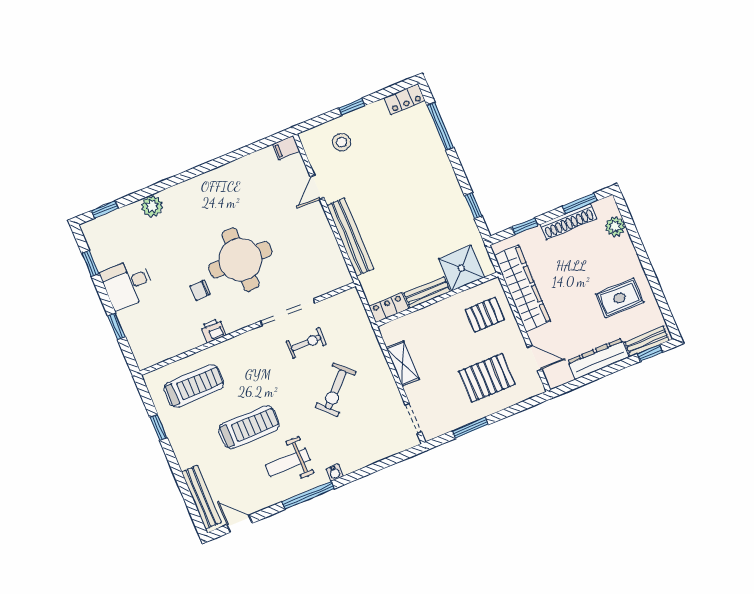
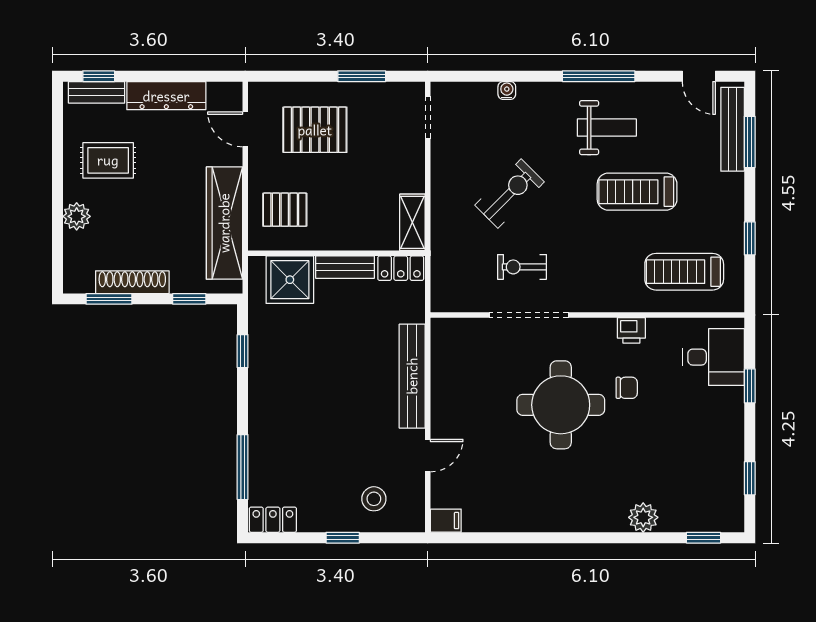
plant: (615, 227) -> (77, 216), moved
desk: (128, 284) -> (714, 357), moved
shelving: (403, 363) -> (412, 222), moved
water cooler: (335, 473) -> (507, 90), moved
window: (186, 493) -> (750, 142), added

